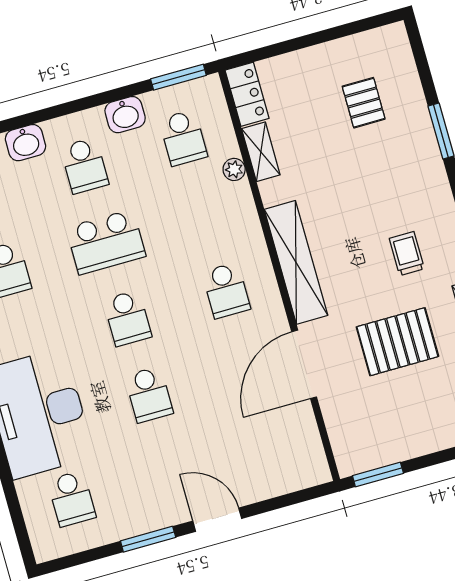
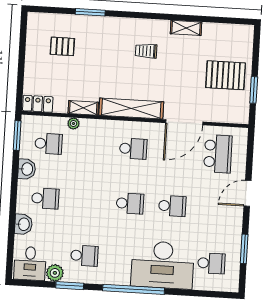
shelving: (261, 152) -> (83, 108), moved
school desk: (106, 242) -> (218, 154), moved
pallet: (397, 342) -> (226, 75), moved, turned 90
door: (304, 364) -> (184, 122), hinge flipped
window: (378, 475) -> (254, 90), moved
window: (148, 539) -> (244, 249), moved

